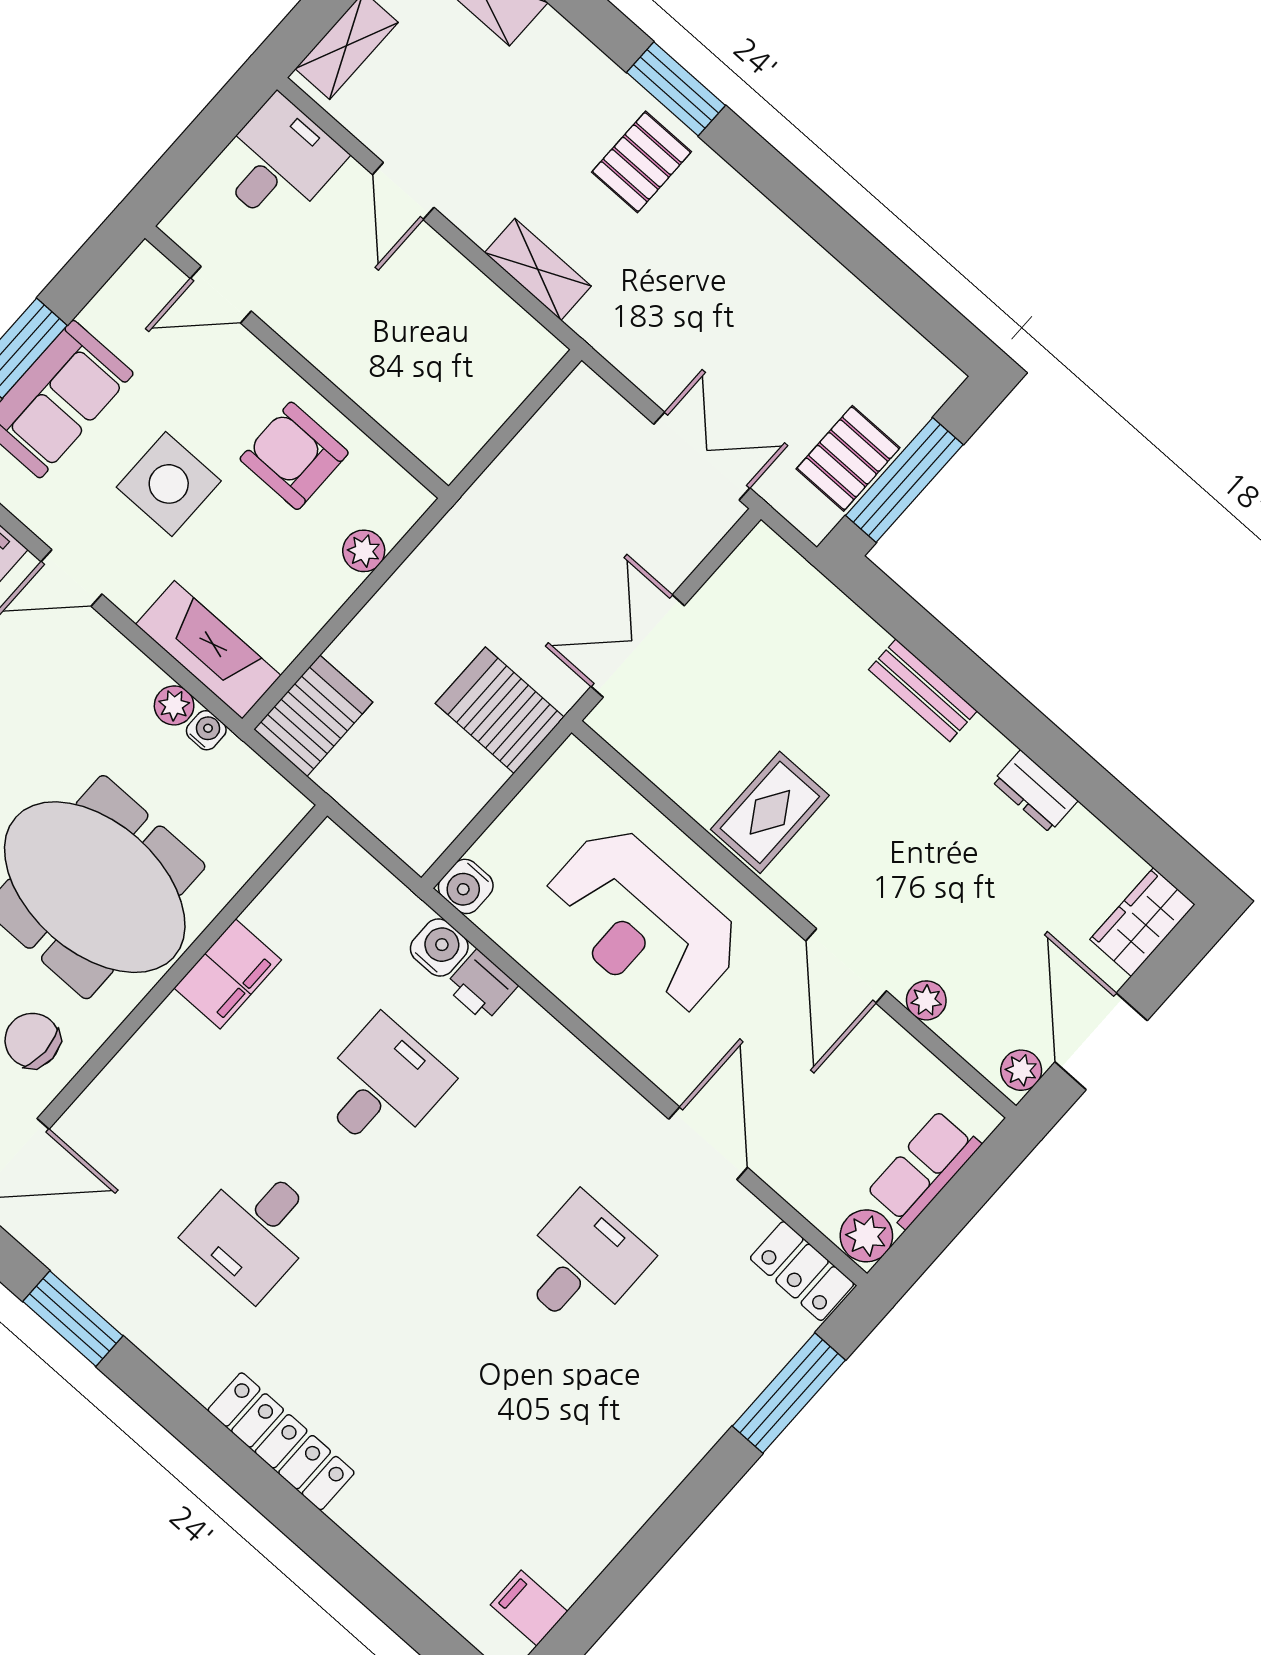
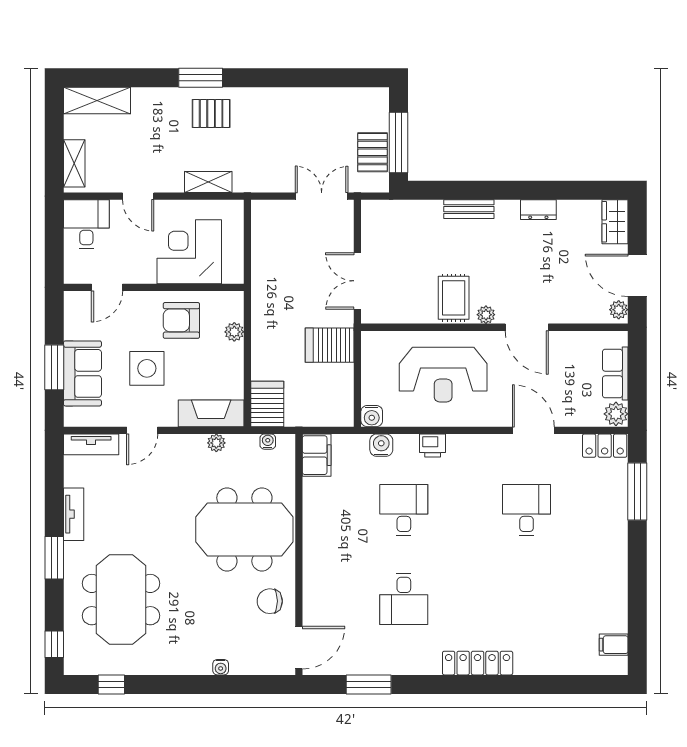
pallet: (641, 162) -> (211, 113), turned 90
corner desk: (406, 355) -> (189, 252), added
water cooler: (206, 730) -> (268, 442), moved
filing cabinet: (228, 974) -> (317, 455), moved
printer: (481, 986) -> (433, 446), moved
plant: (926, 1000) -> (486, 315), moved

